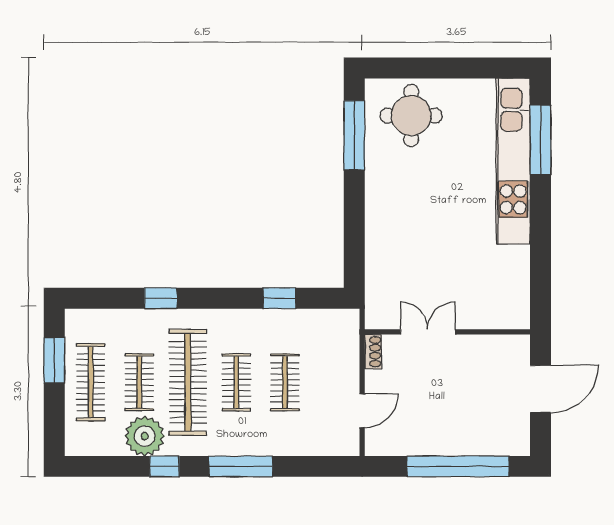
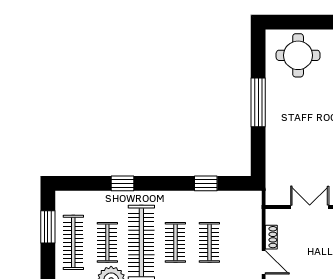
window: (354, 135) -> (258, 102), moved
shoe rack: (373, 352) -> (271, 237), moved
door: (362, 411) -> (264, 262), hinge flipped

